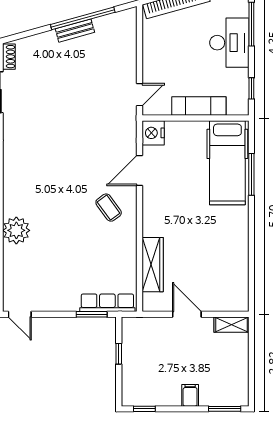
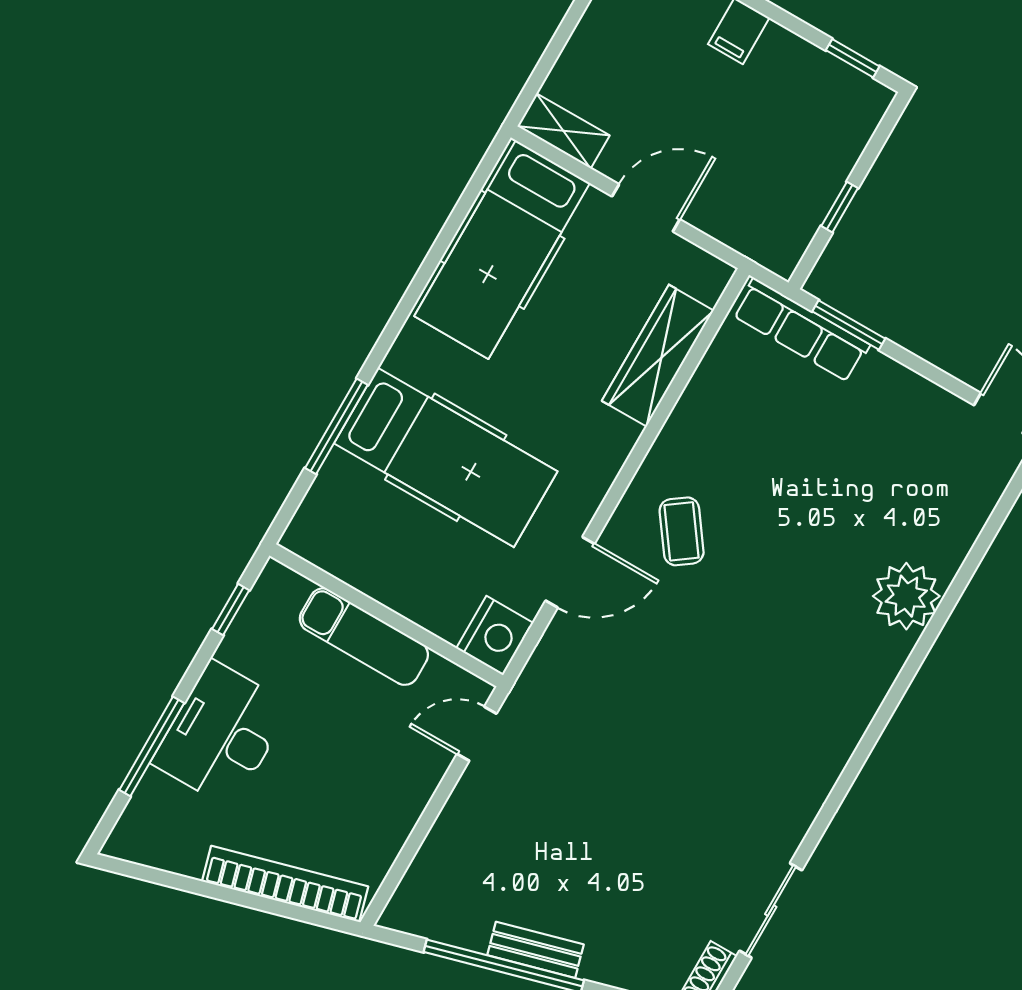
hospital bed: (227, 163) -> (446, 457), moved, turned 90
hospital bed: (229, 270) -> (502, 250), added
door: (187, 314) -> (646, 208), swing flipped

